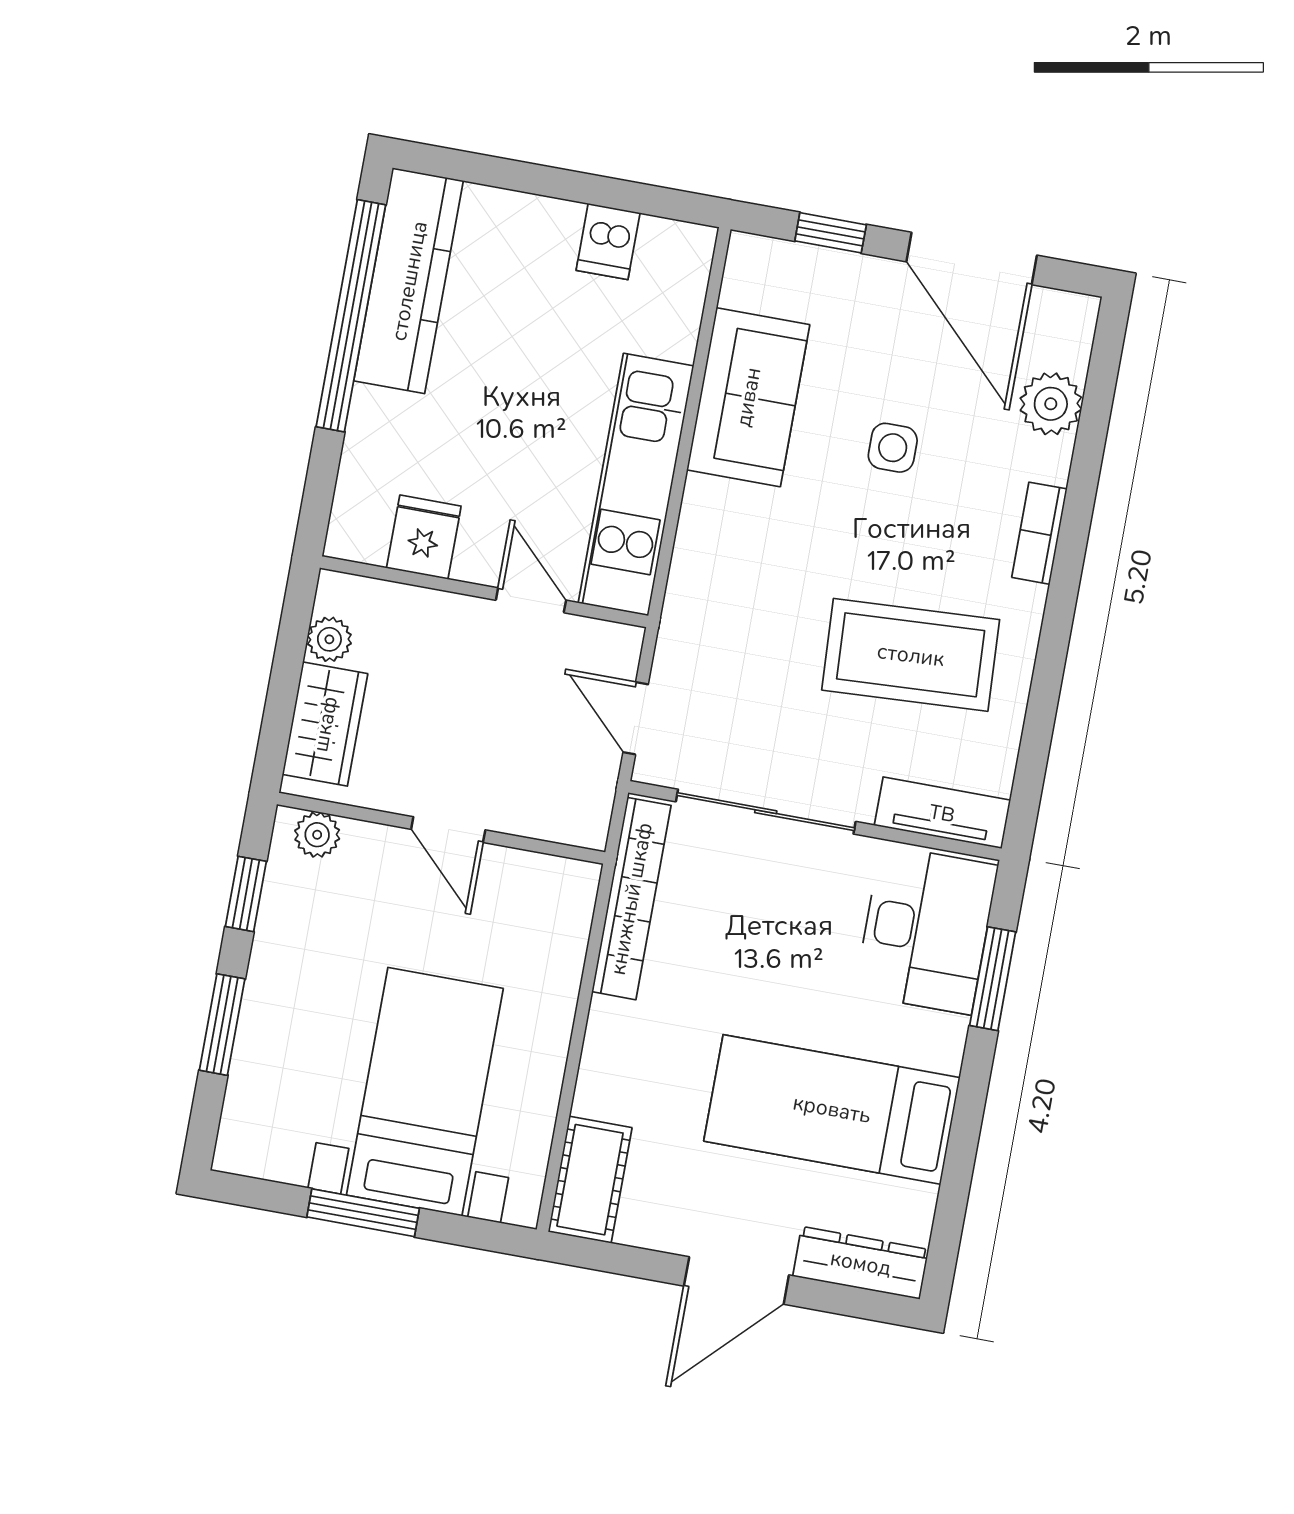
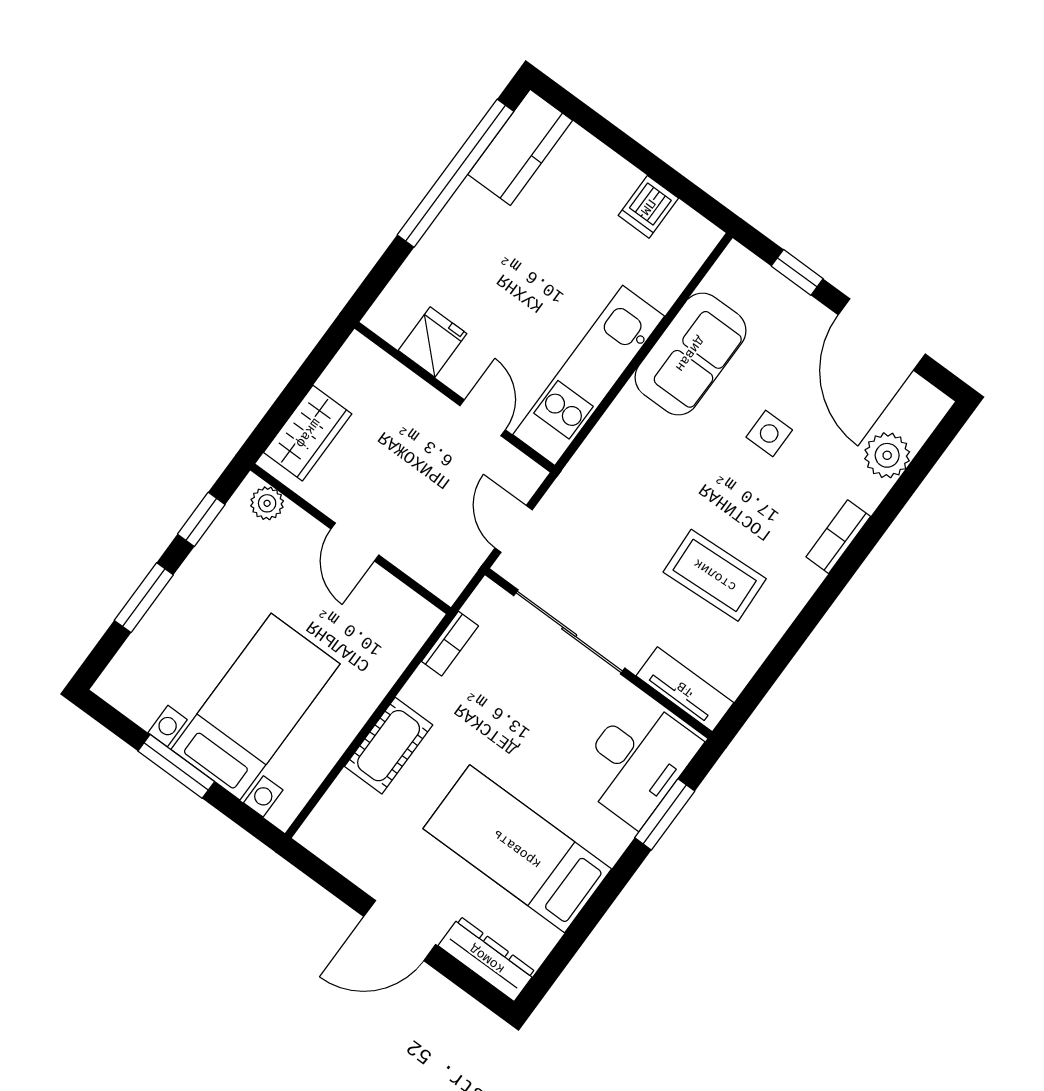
kitchen counter: (409, 281) -> (520, 147), width x0.67
plant: (329, 639) -> (338, 379), removed
coffee table: (911, 655) -> (715, 575), width x0.73, depth x0.76
bookcase: (631, 899) -> (450, 644), width x0.43, depth x0.76
cot: (590, 1180) -> (389, 746), moved

